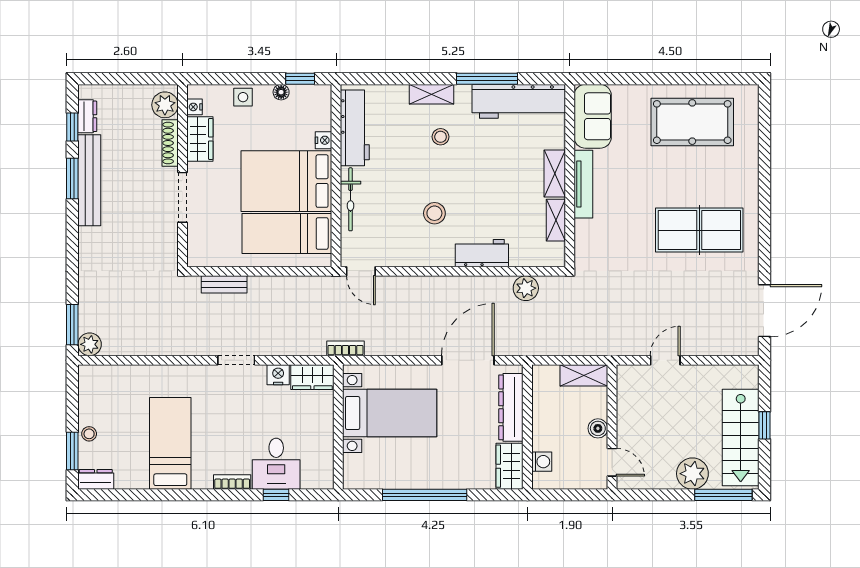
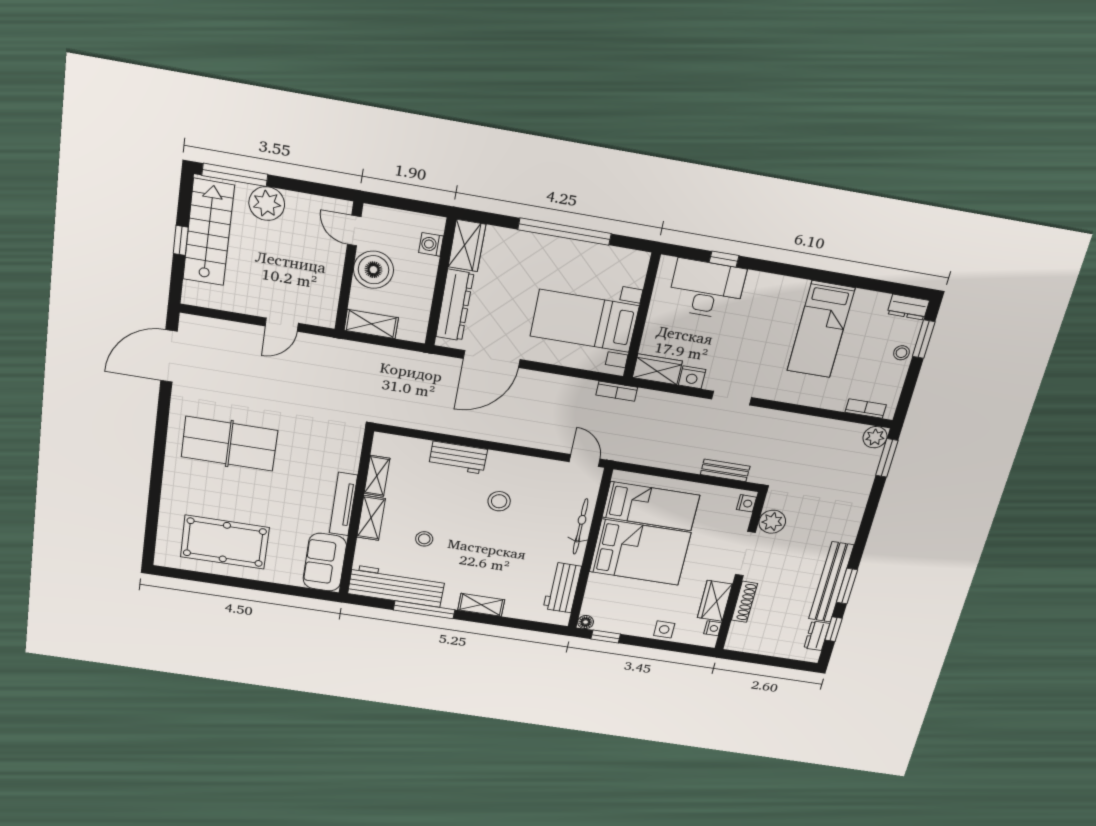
floor lamp: (281, 92) -> (586, 622), moved
plant: (165, 105) -> (772, 522), moved
workbench: (355, 128) -> (562, 588), width x0.73
stool: (441, 137) -> (424, 539), moved
nightstand: (323, 140) -> (746, 503), moved, turned 180
plant: (526, 288) -> (419, 418), removed
boiler: (598, 428) -> (373, 270), width x1.86, depth x1.86
desk: (276, 464) -> (707, 289), width x1.37
bookcase: (232, 482) -> (866, 409), moved, turned 180

